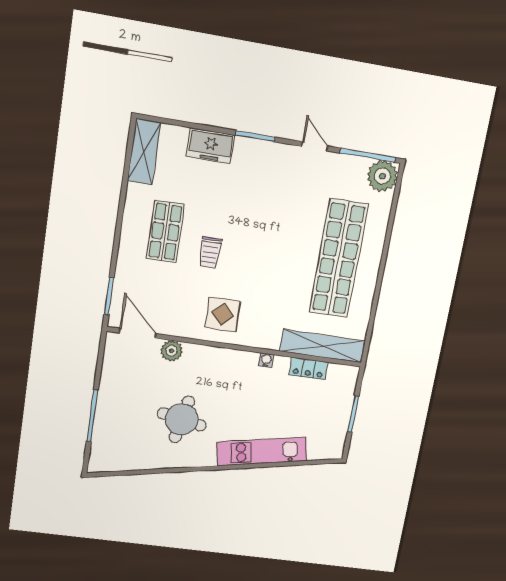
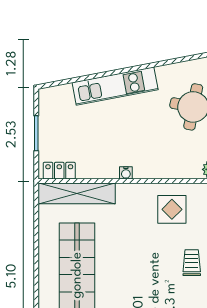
locker: (308, 369) -> (59, 171), moved

